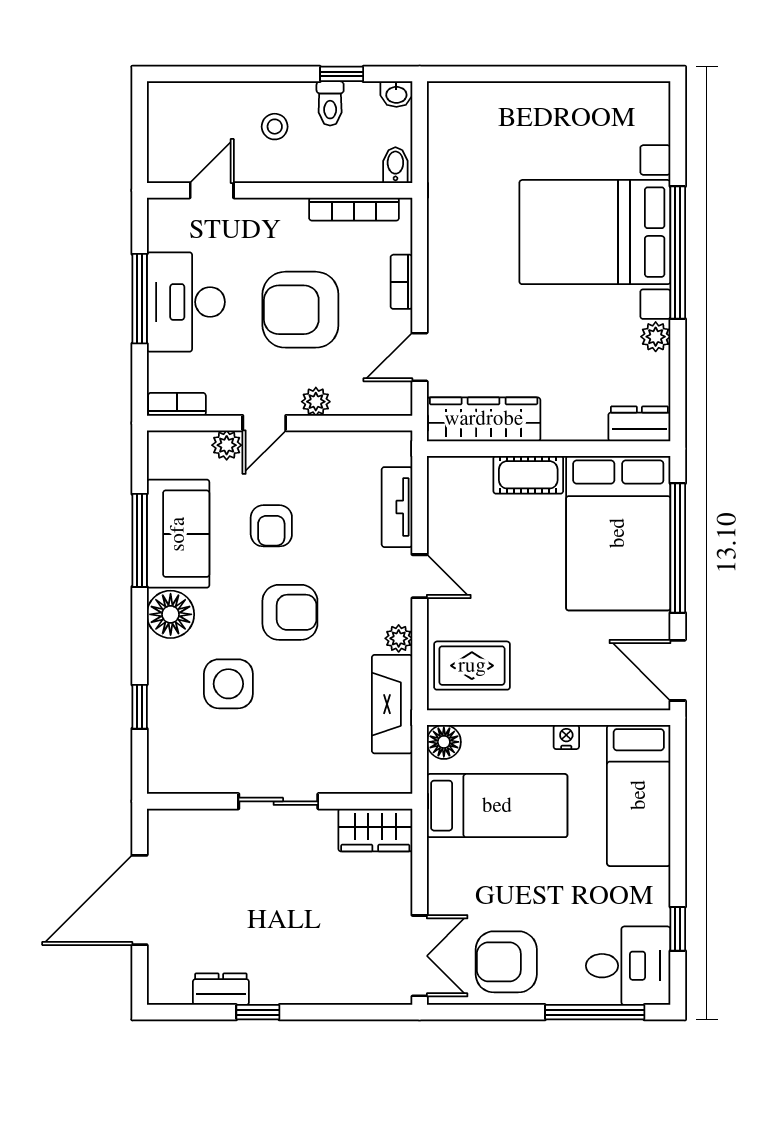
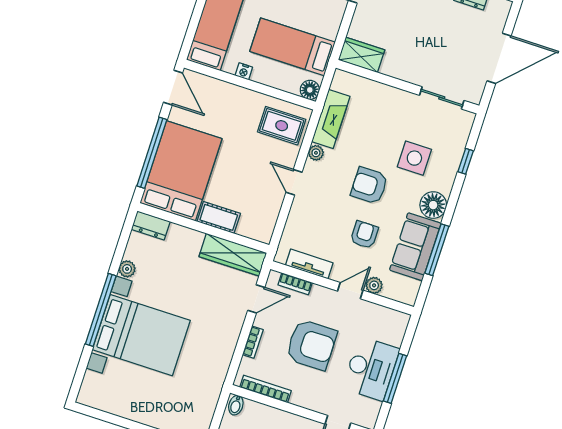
plant: (316, 402) -> (319, 293), removed
bookcase: (177, 404) -> (295, 284), moved
tv unit: (397, 507) -> (309, 264), moved, turned -90
sliding door: (278, 801) -> (442, 98), moved

